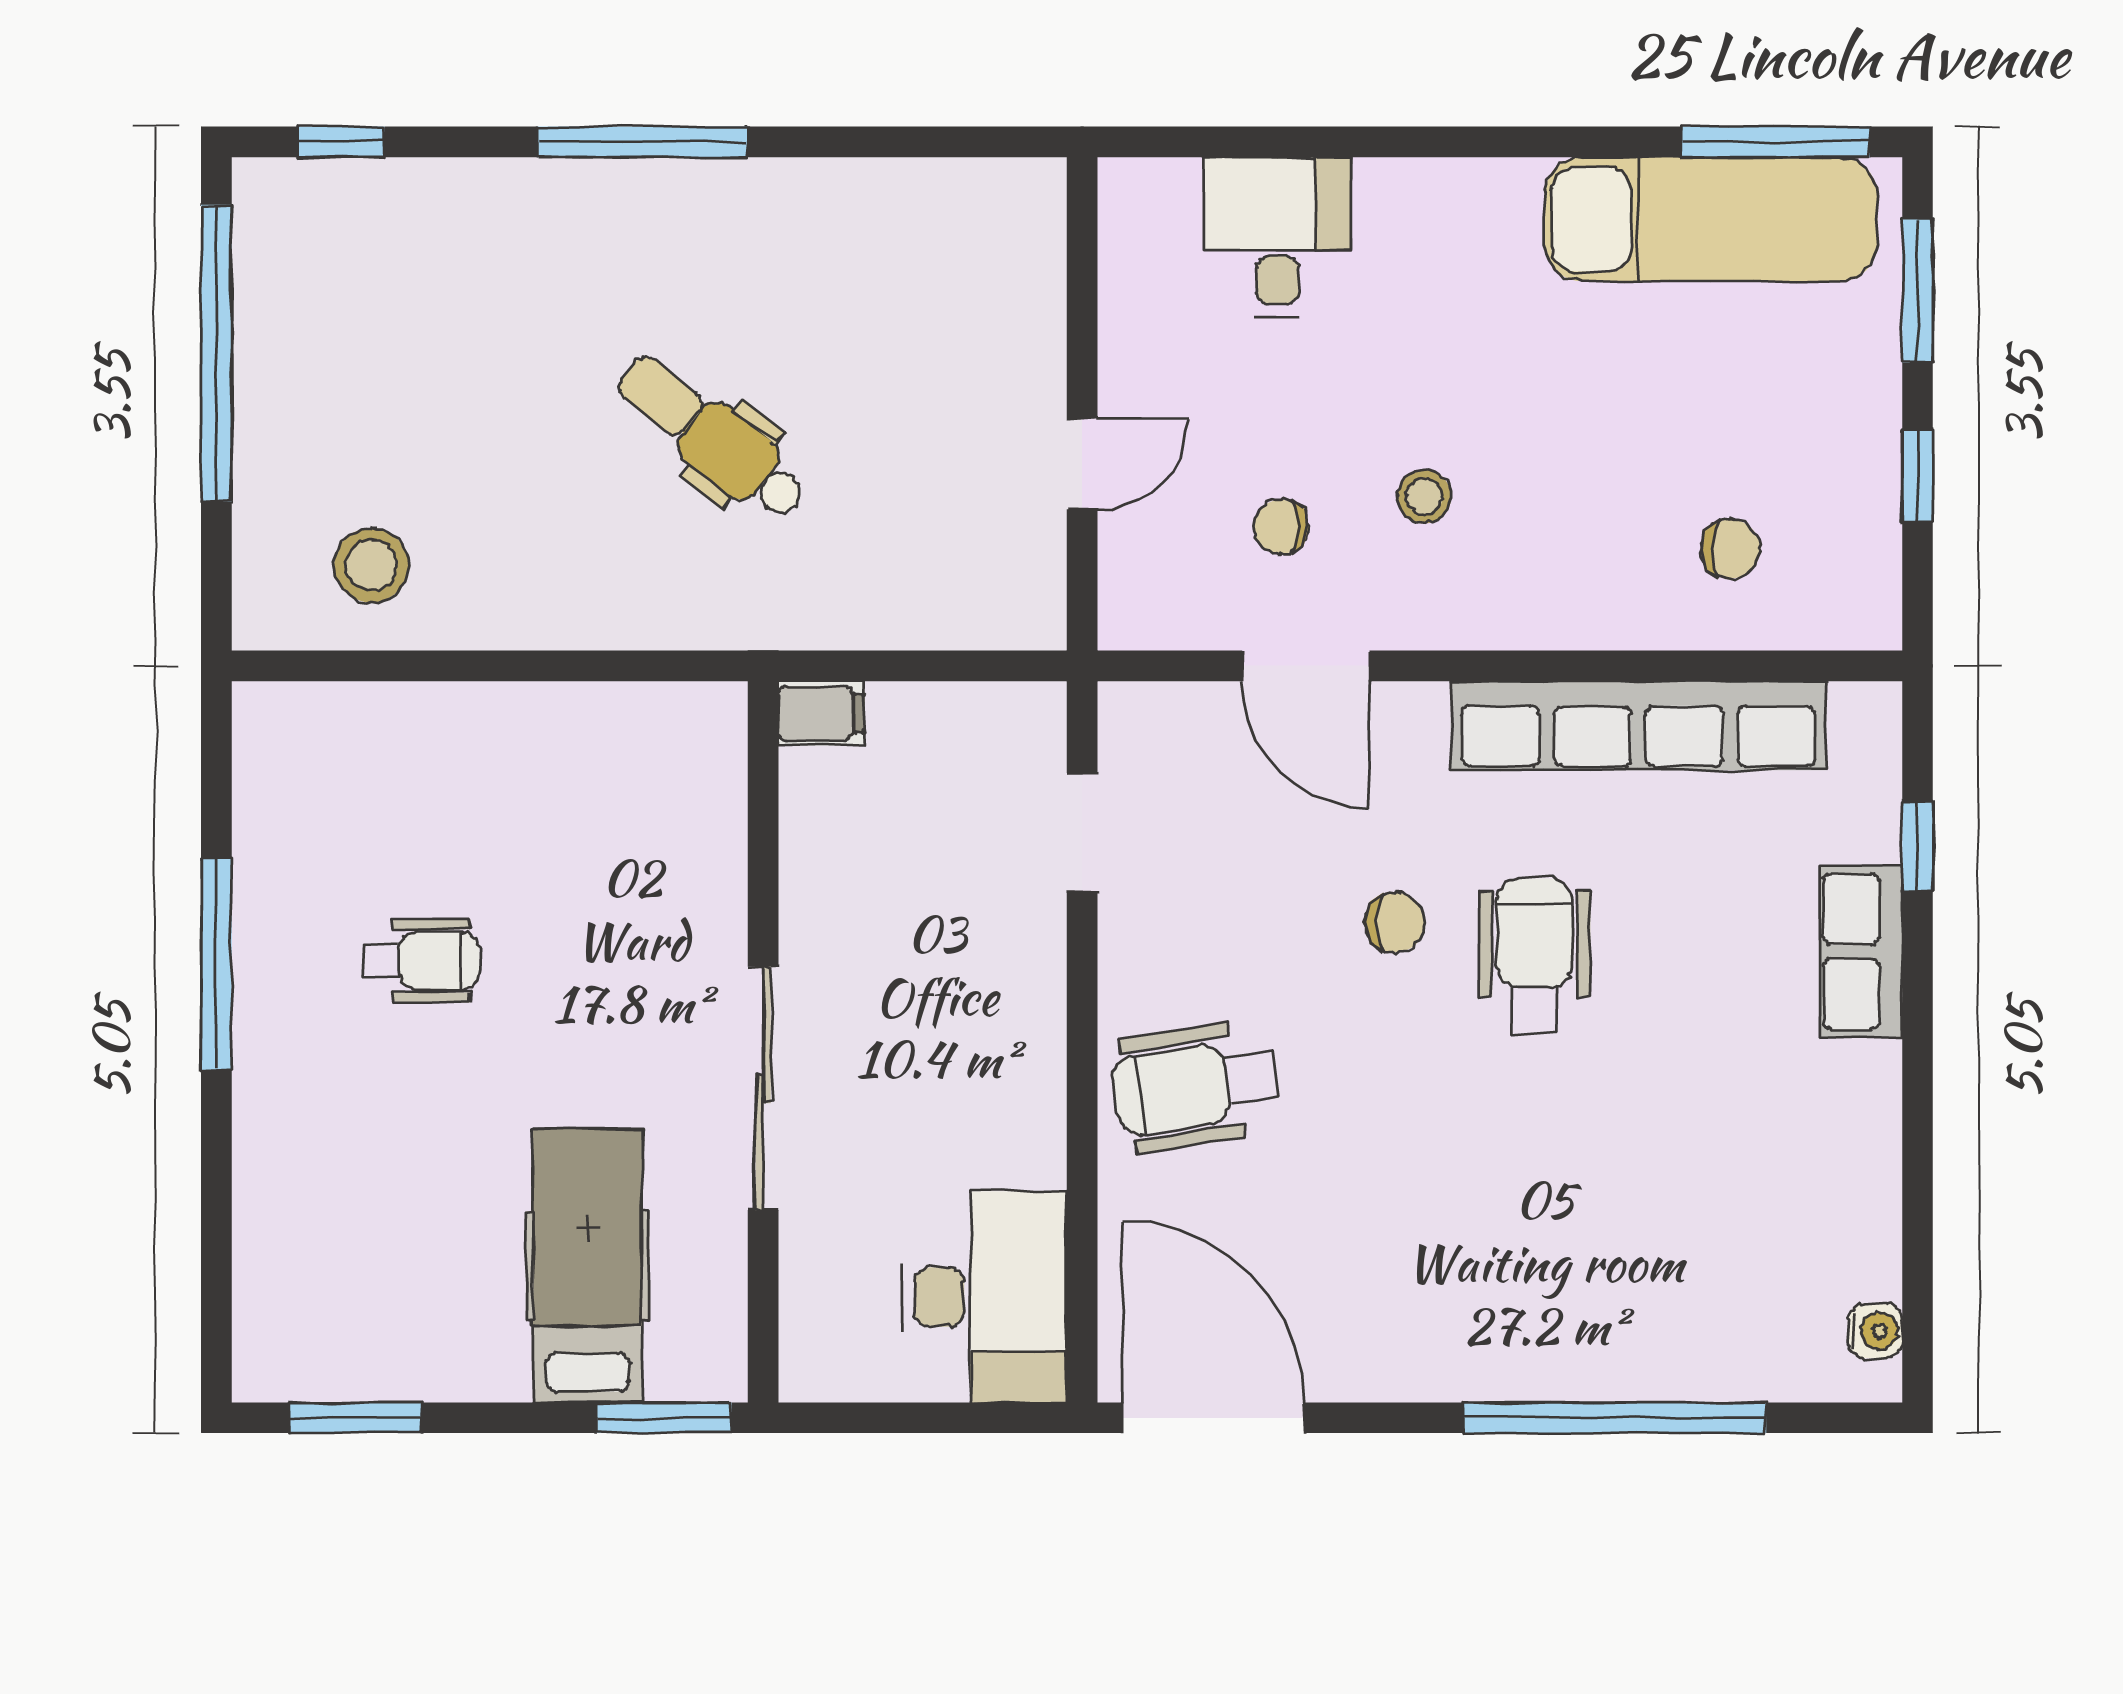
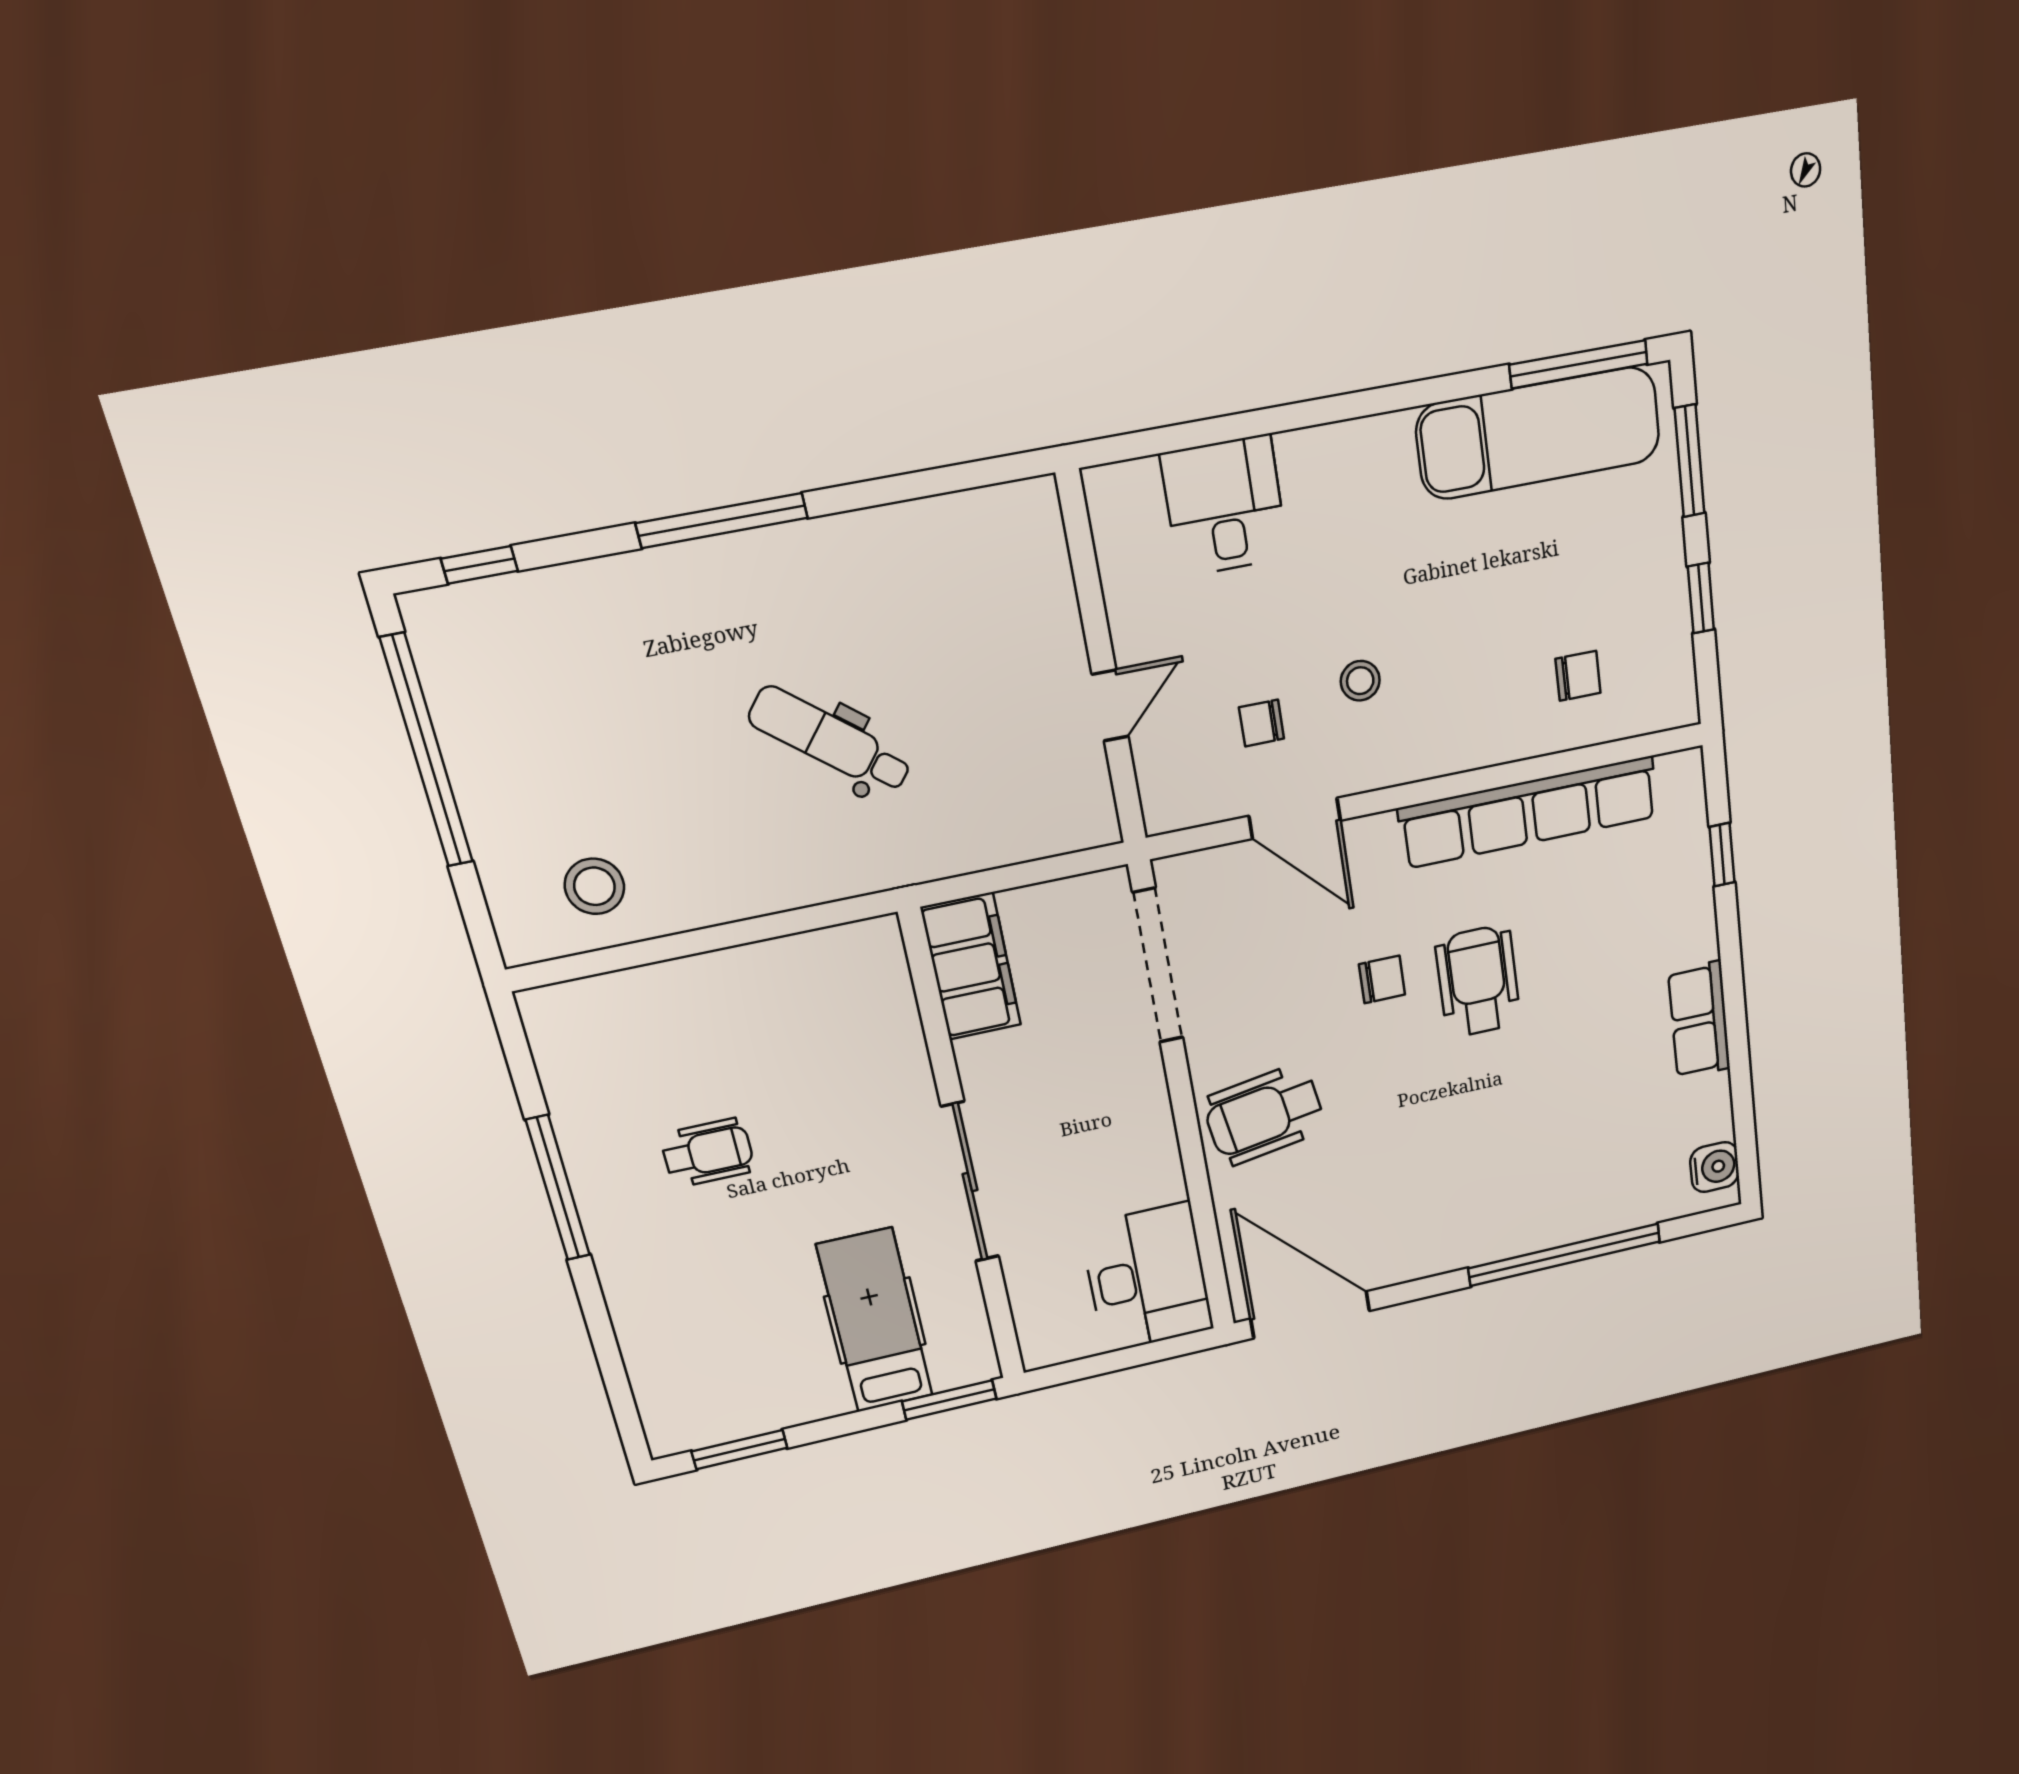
filing cabinet: (821, 713) -> (971, 966), width x3.00, depth x1.17
doorway: (1082, 832) -> (1158, 966), width x1.88
row of seats: (1861, 952) -> (1699, 1020), moved
water cooler: (1875, 1331) -> (1715, 1167), width x1.38, depth x1.38

